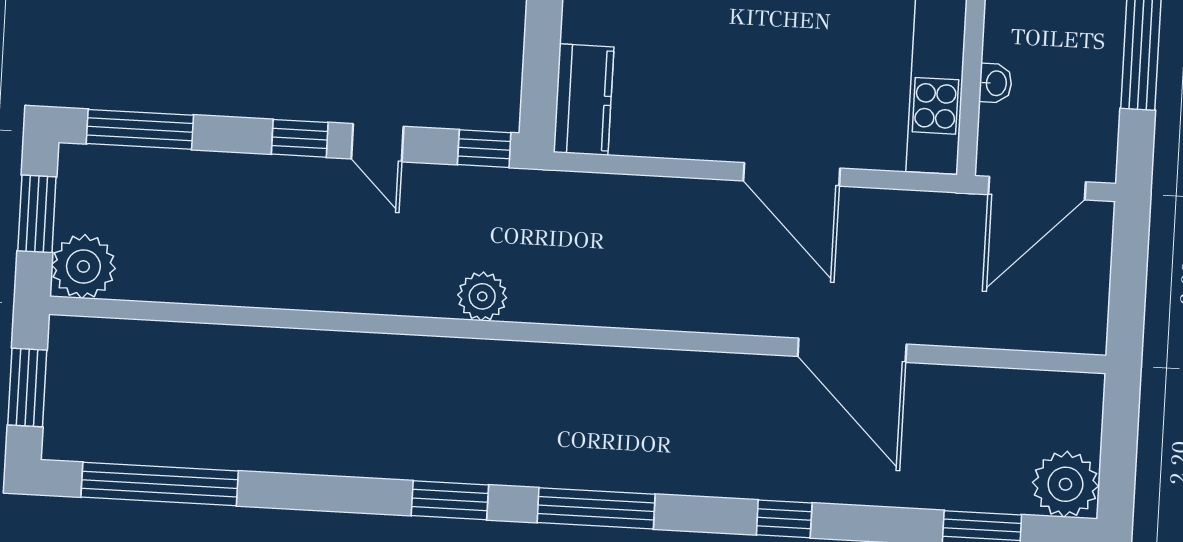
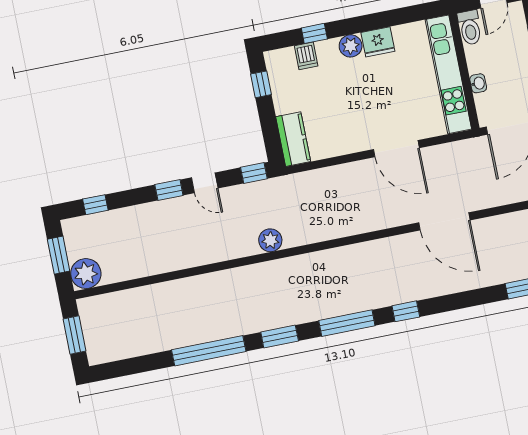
window: (140, 129) -> (95, 205), width x0.46
window: (160, 484) -> (209, 351), moved
window: (784, 519) -> (406, 311), moved

